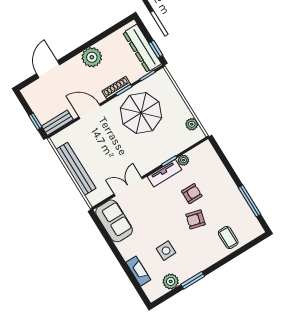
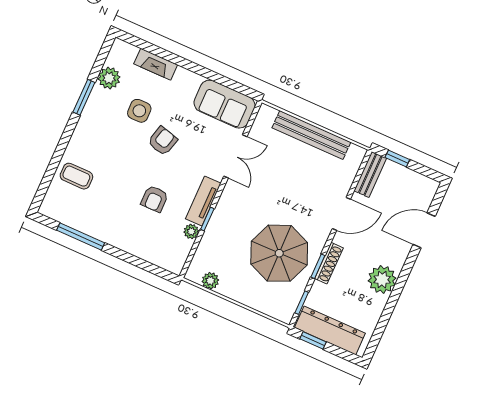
door: (48, 69) -> (424, 230), swing flipped
armchair: (196, 219) -> (163, 141), moved

